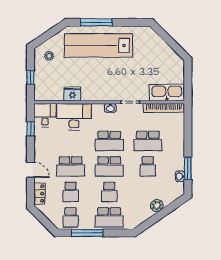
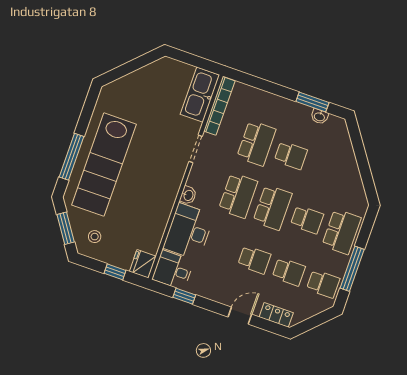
window: (48, 35) -> (66, 228), added
fridge: (72, 94) -> (143, 264), moved
washbasin: (110, 108) -> (188, 195), moved
school desk: (71, 166) -> (254, 260), width x0.54
plant: (157, 206) -> (348, 162), removed

